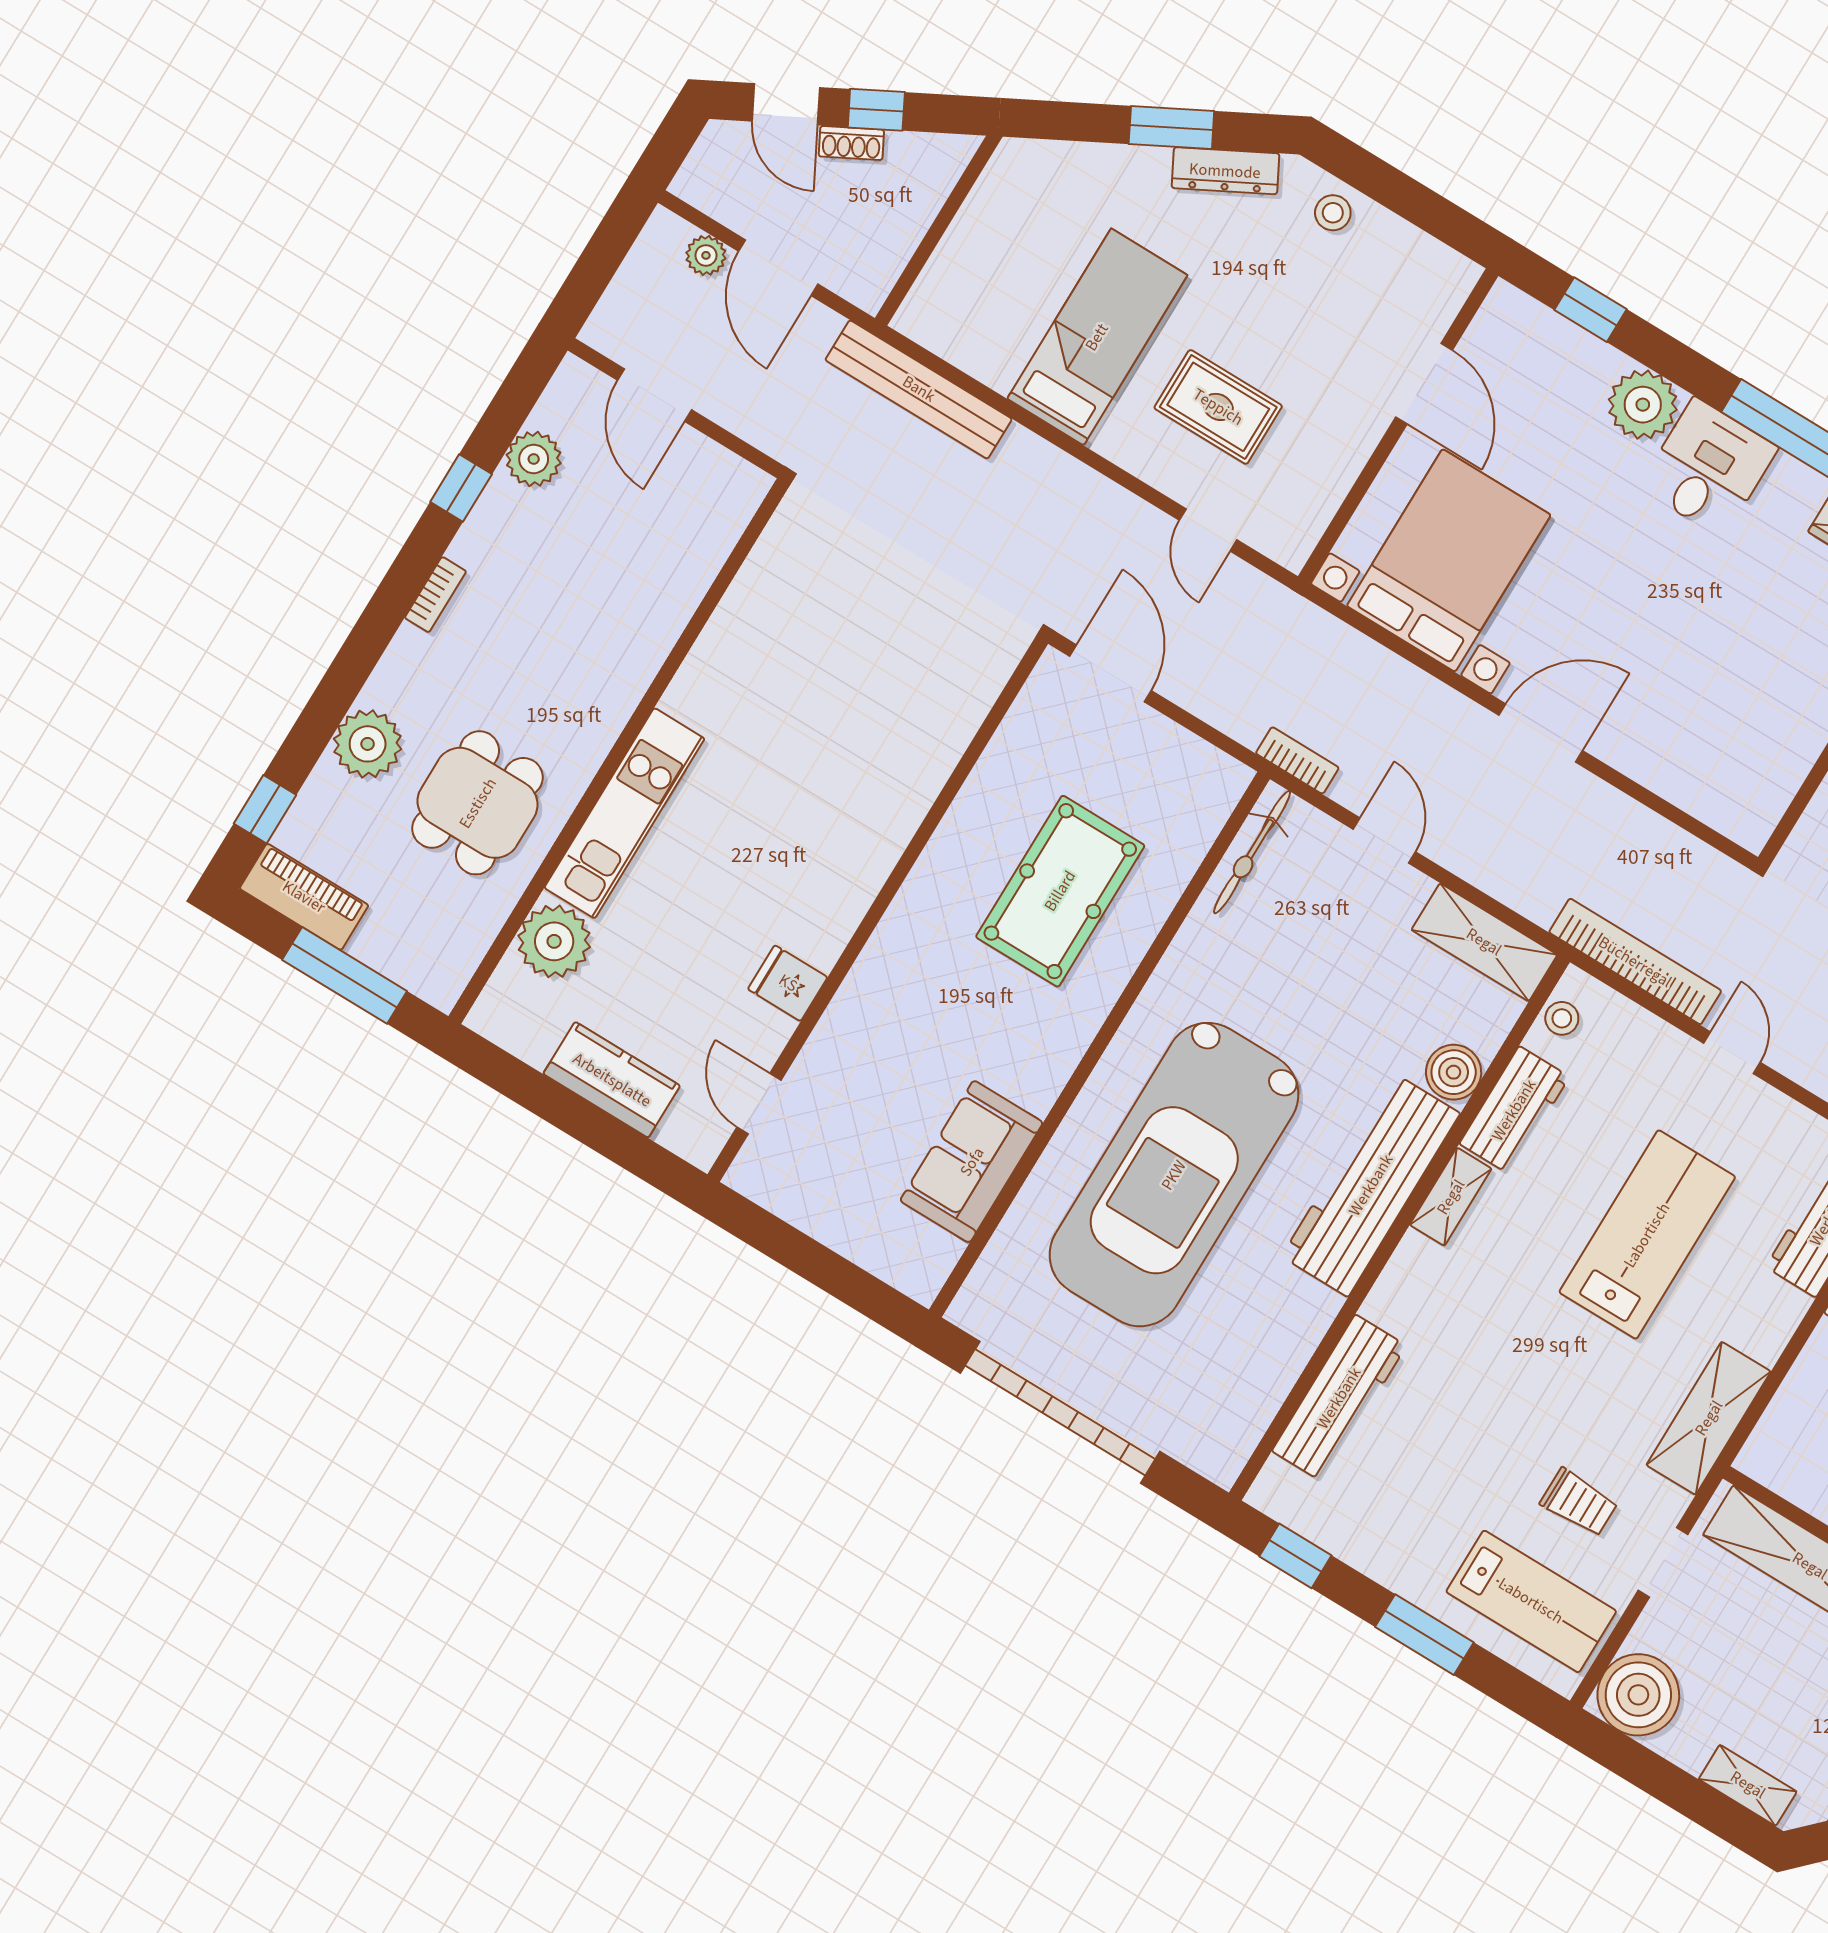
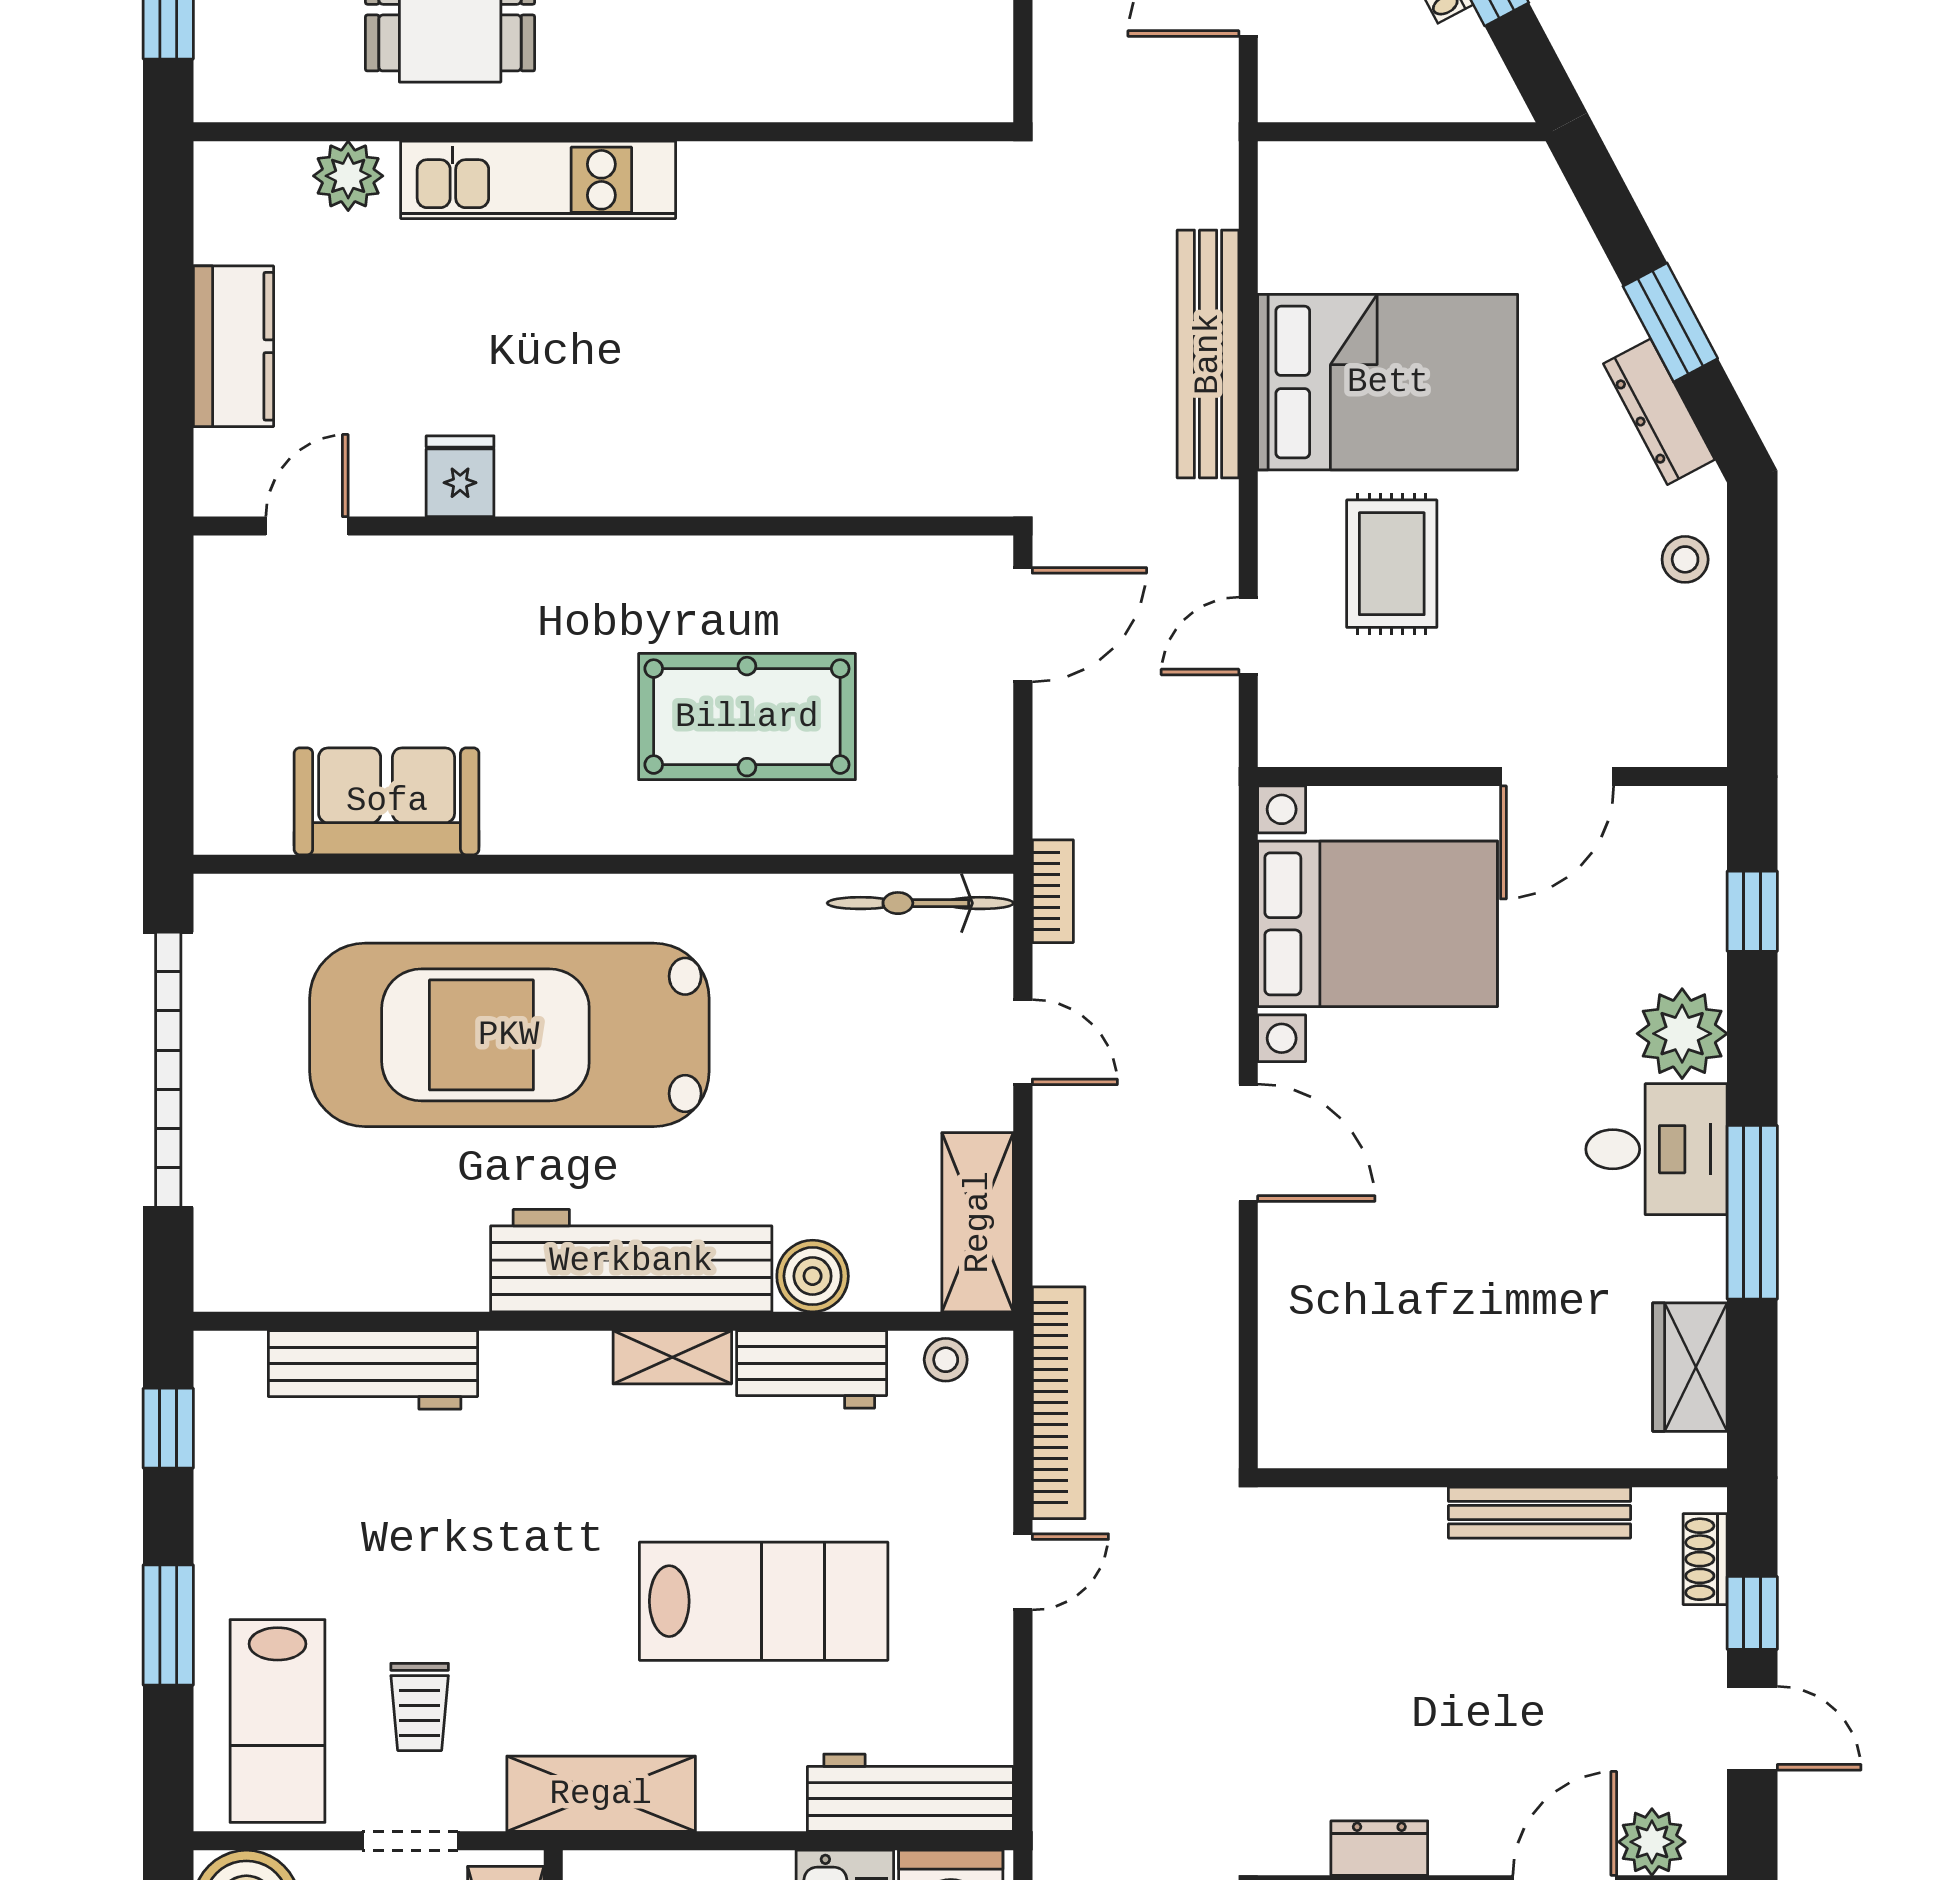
bed: (1097, 337) -> (1388, 382), width x1.50
bench: (919, 389) -> (1208, 354), moved
door: (1384, 841) -> (1023, 1042), hinge flipped
plant: (554, 941) -> (348, 176), width x0.73, depth x0.73

